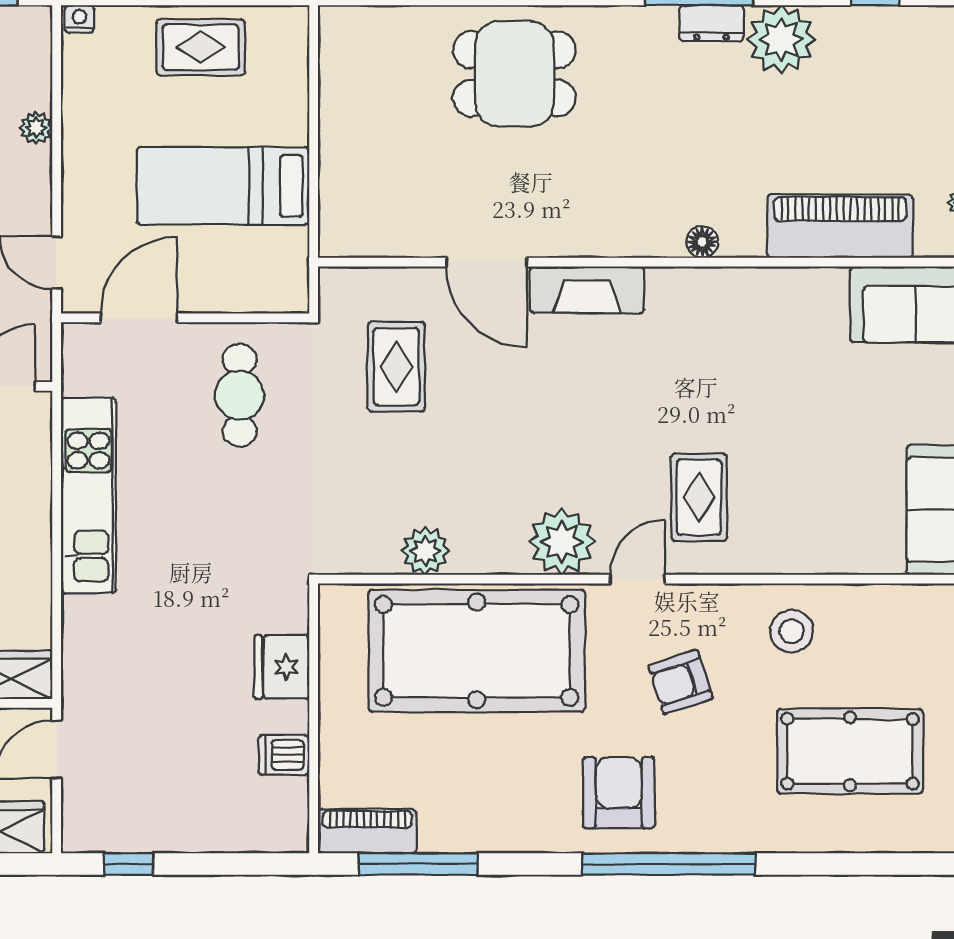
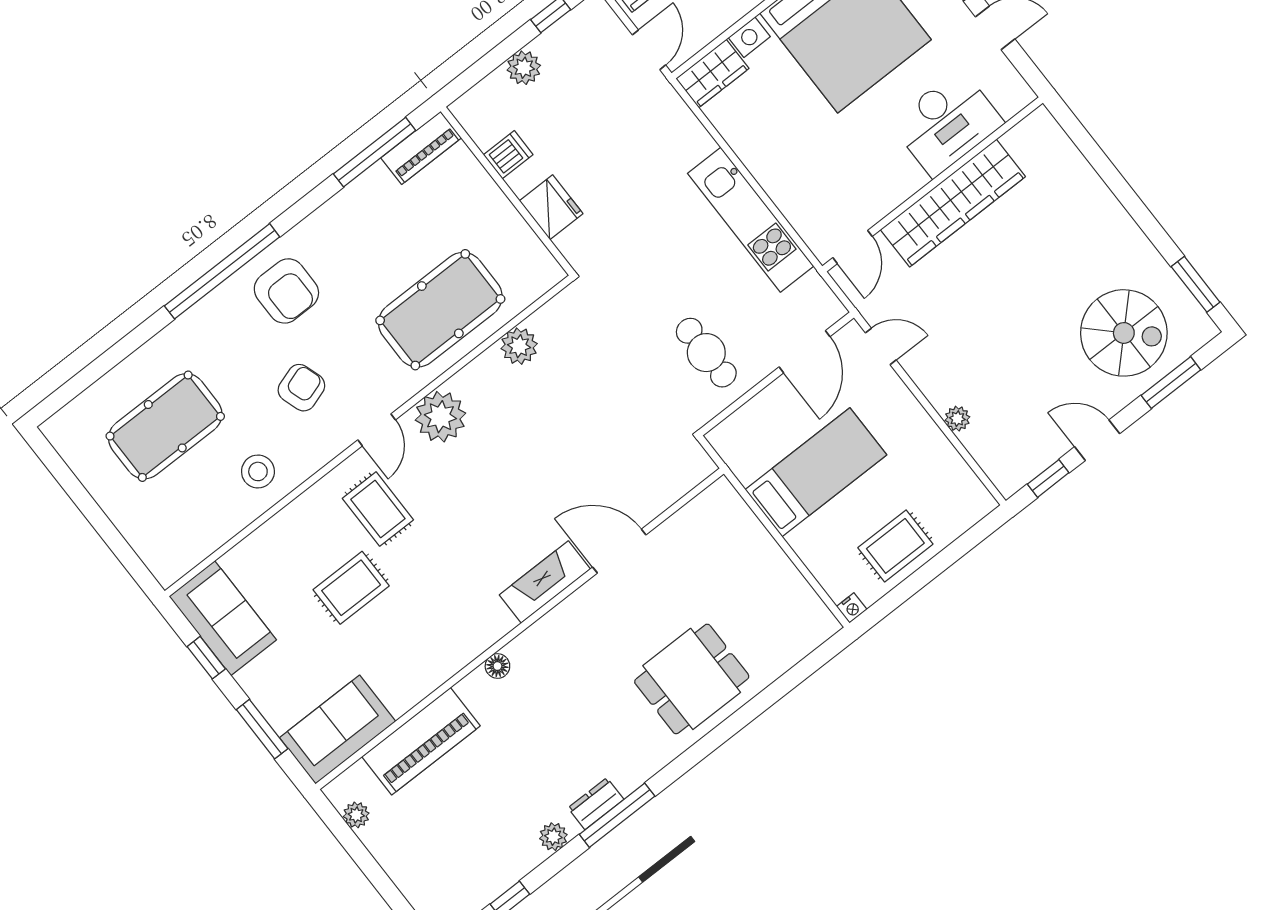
nightstand: (79, 19) -> (852, 608), moved
plant: (781, 39) -> (553, 837), width x0.53, depth x0.53
rug: (396, 367) -> (351, 588), moved, turned 90
pool table: (477, 651) -> (440, 310), width x0.73, depth x0.76
plant: (199, 831) -> (524, 68), added

